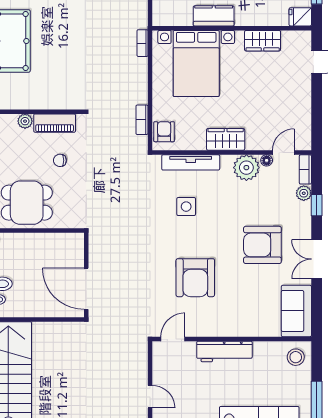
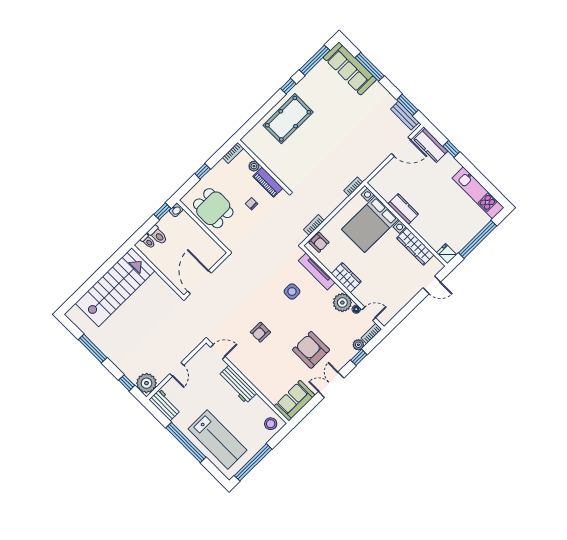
wardrobe: (263, 41) -> (415, 246), width x1.50
armchair: (164, 132) -> (319, 242), turned 90
armchair: (195, 278) -> (260, 332), width x0.53, depth x0.53

